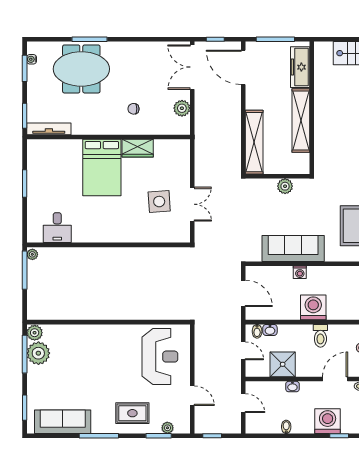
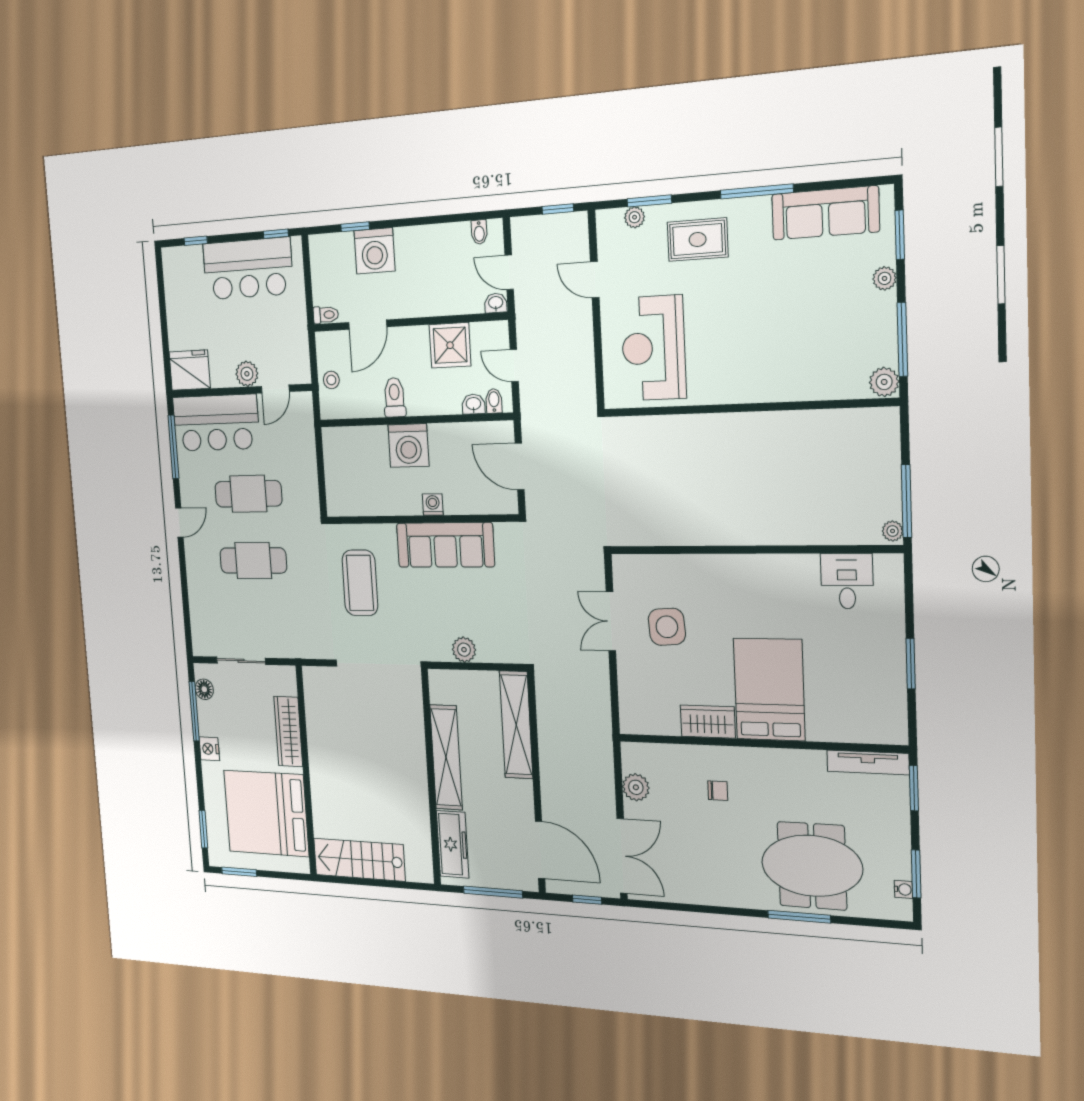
plant: (38, 353) -> (885, 278), moved, width x0.53, depth x0.53
washbasin: (292, 387) -> (496, 303), moved
bidet: (286, 427) -> (479, 232), moved

